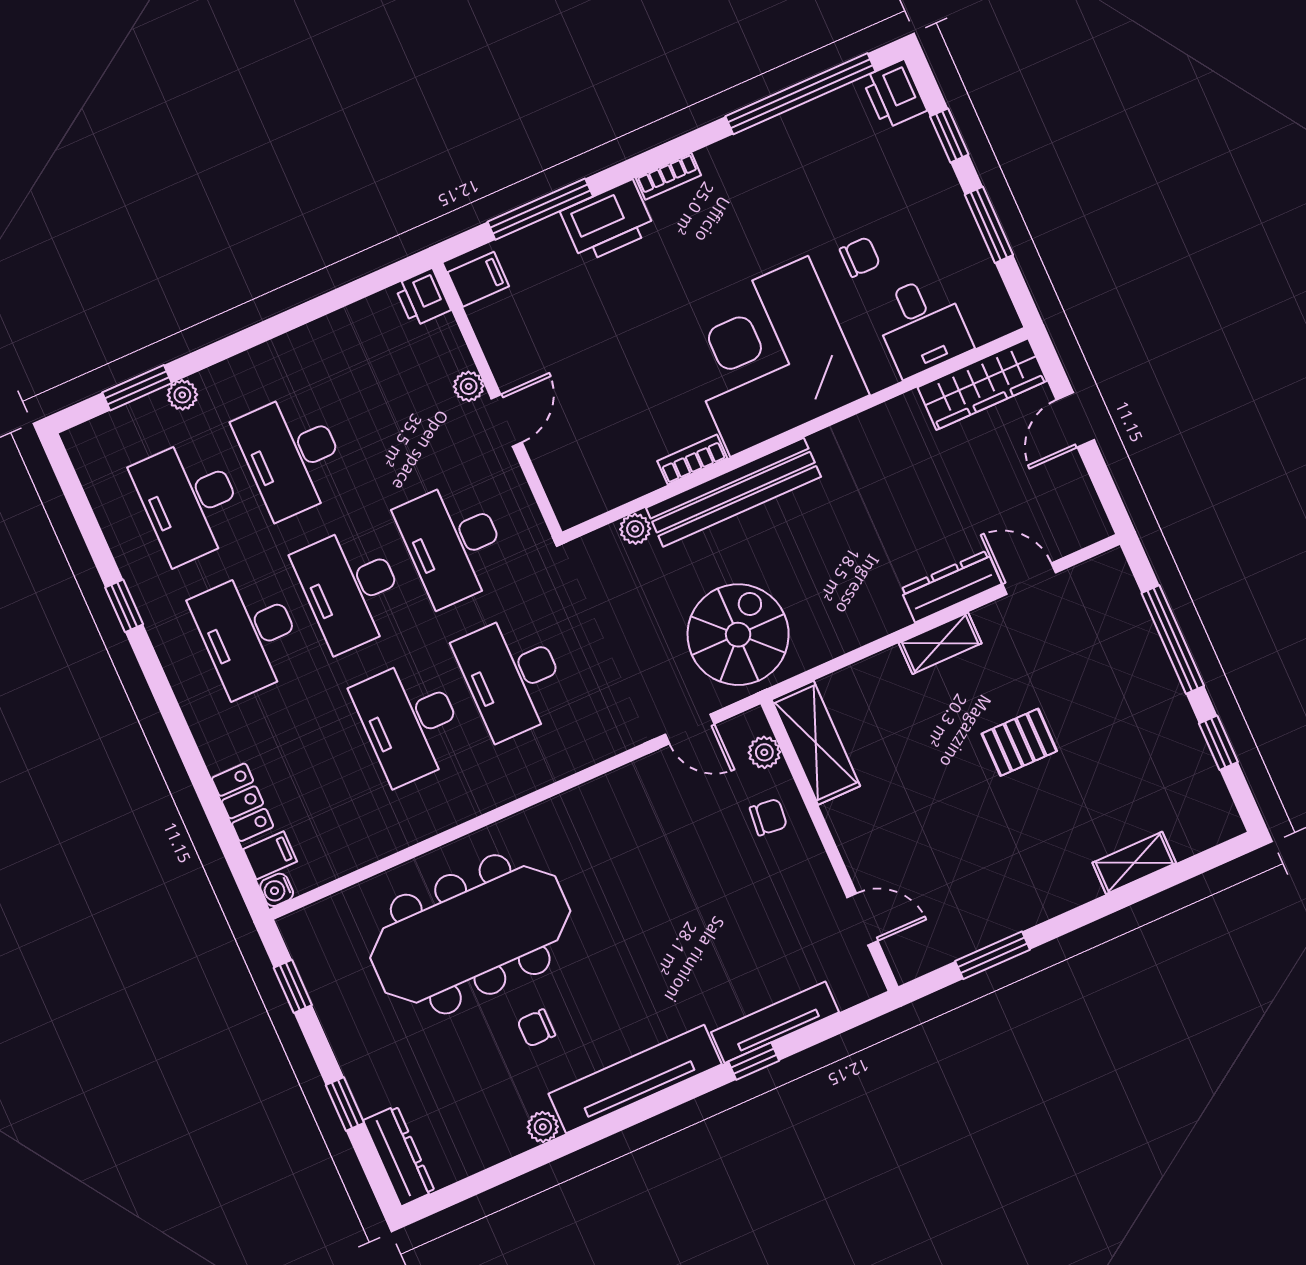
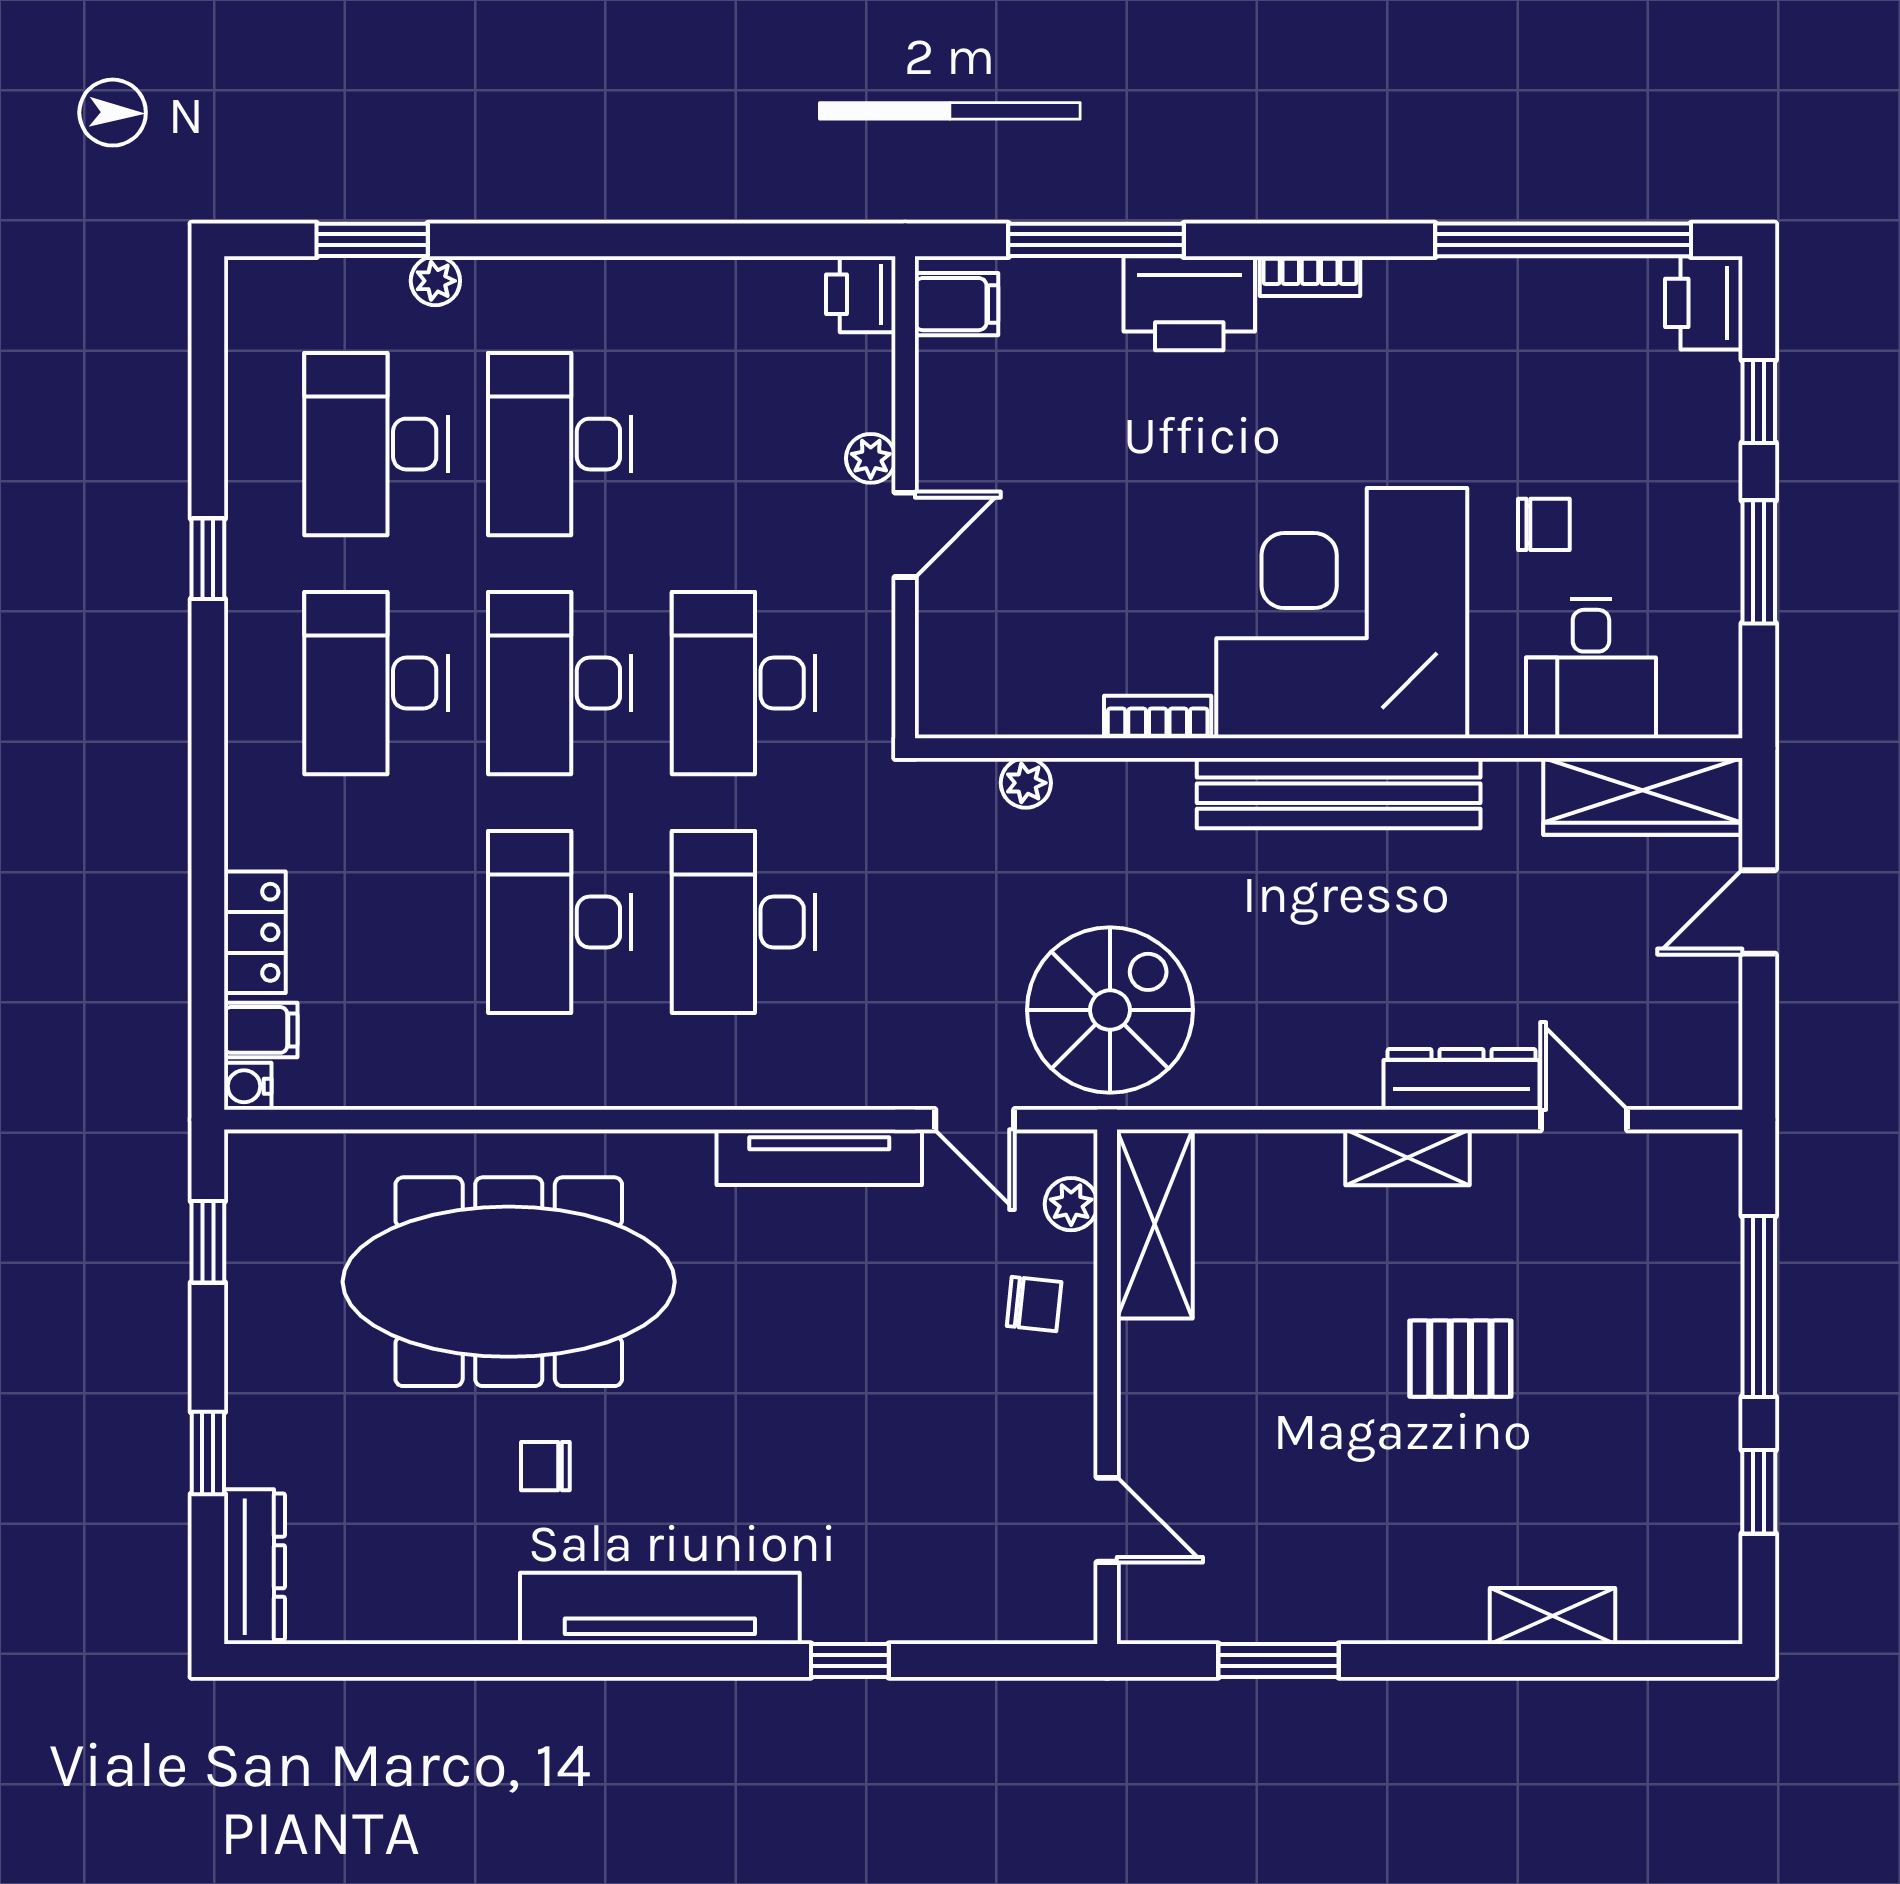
bench: (733, 492) -> (1339, 793), moved
tv unit: (775, 1022) -> (819, 1157), moved, turned 180
plant: (543, 1127) -> (490, 1619), removed

